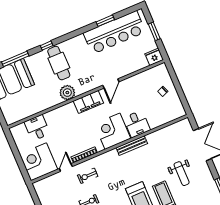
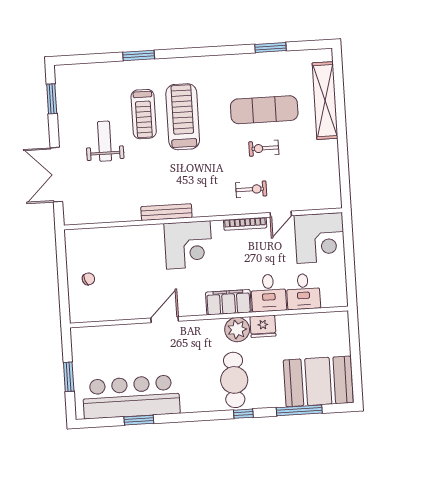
fridge: (154, 57) -> (263, 326), moved
filing cabinet: (88, 102) -> (228, 302), moved
desk: (137, 124) -> (269, 293), moved, turned 180

